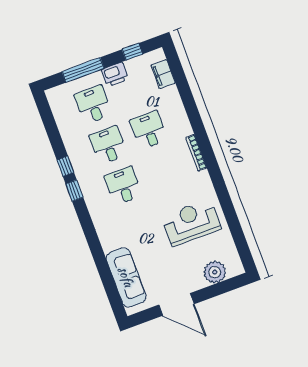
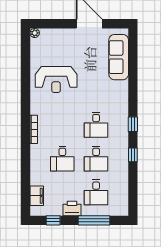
window: (74, 191) -> (133, 124), moved
plant: (215, 272) -> (35, 33), moved, width x0.53, depth x0.53

